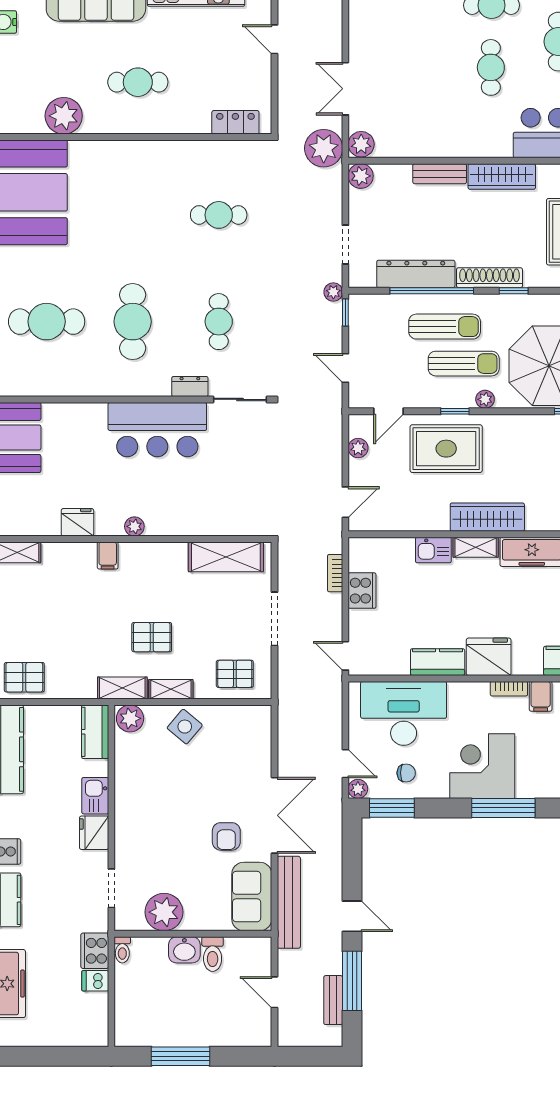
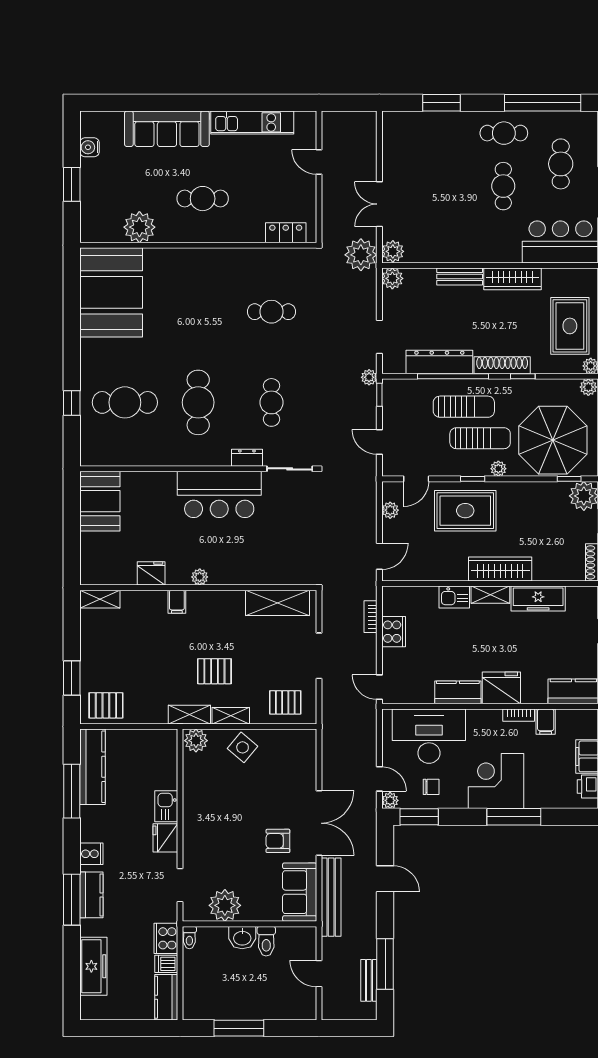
kitchen counter: (95, 732) -> (166, 997), moved
armchair: (226, 836) -> (278, 841), turned 90
door: (352, 916) -> (385, 879), moved

